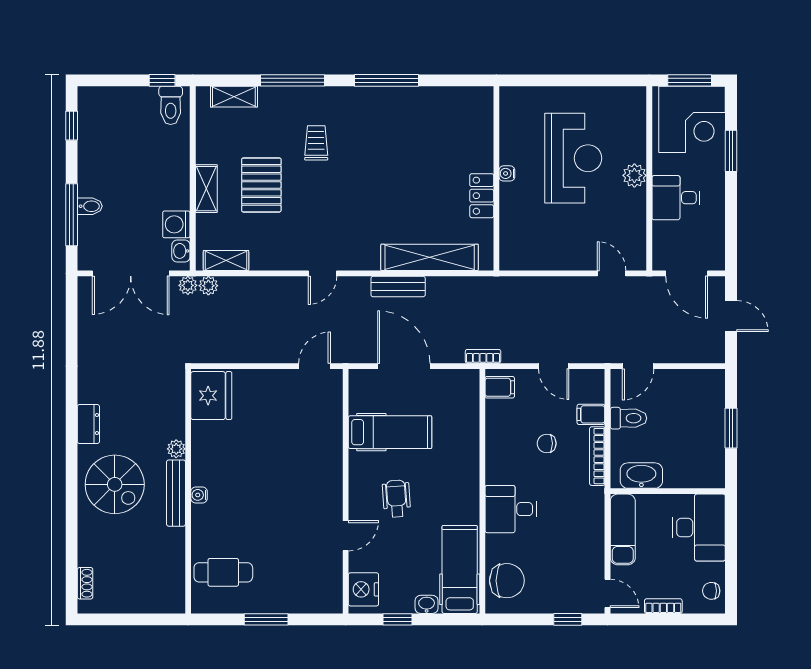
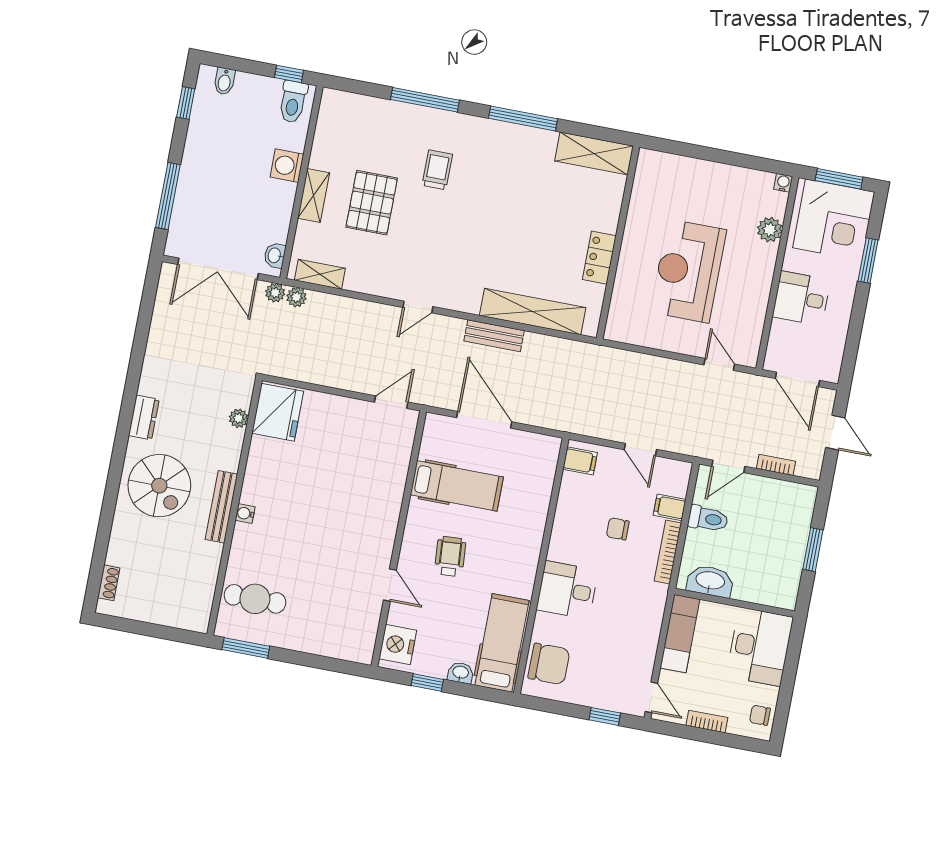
shelving: (234, 97) -> (594, 153), moved, width x1.50, depth x1.33
reception desk: (573, 158) -> (688, 271), moved, turned 180
water cooler: (507, 173) -> (783, 183), moved, turned 90
plant: (634, 175) -> (770, 230), moved
bidet: (90, 206) -> (224, 81), moved, turned 90
washing machine: (176, 224) -> (287, 166), moved
bookcase: (483, 356) -> (776, 465), moved
plant: (176, 449) -> (239, 418), moved
door: (346, 536) -> (390, 585), hinge flipped
window: (266, 619) -> (246, 648), moved

